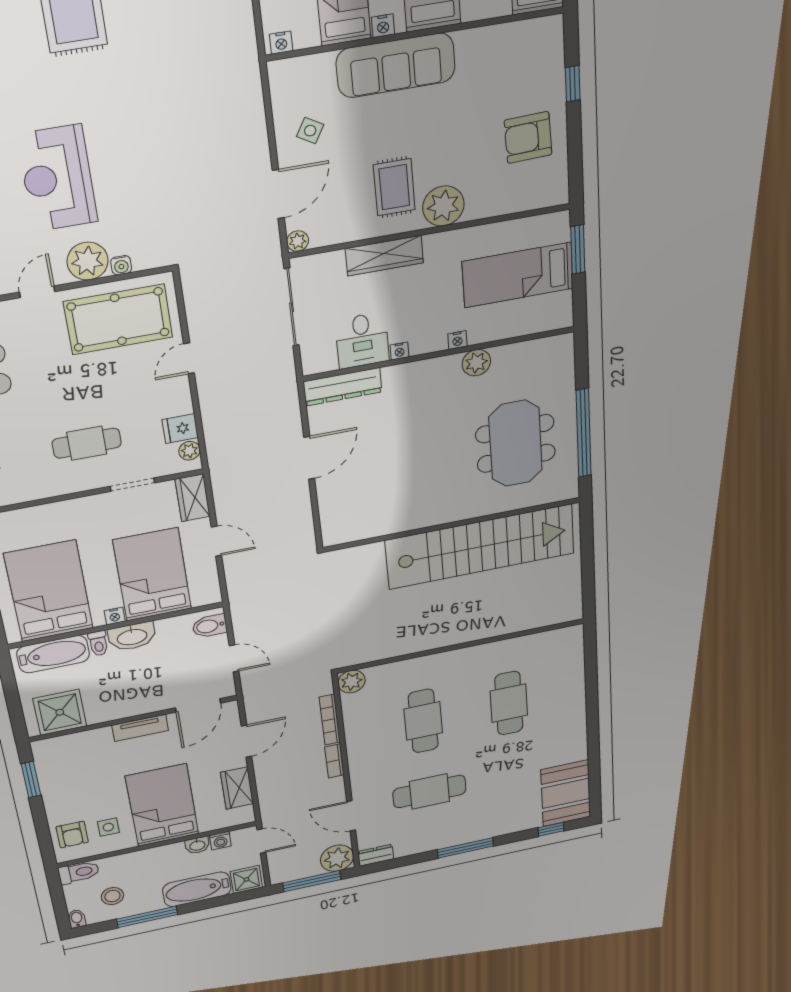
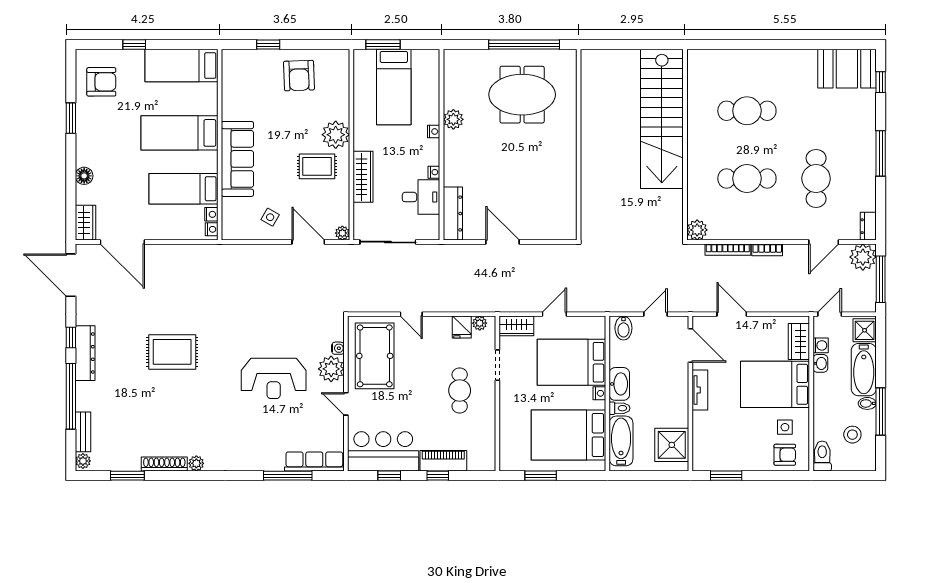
nightstand: (383, 26) -> (211, 214), moved
stairs: (480, 547) -> (662, 119), moved, turned 180
wardrobe: (237, 788) -> (799, 341), moved, turned 90
bidet: (77, 919) -> (867, 403), moved

